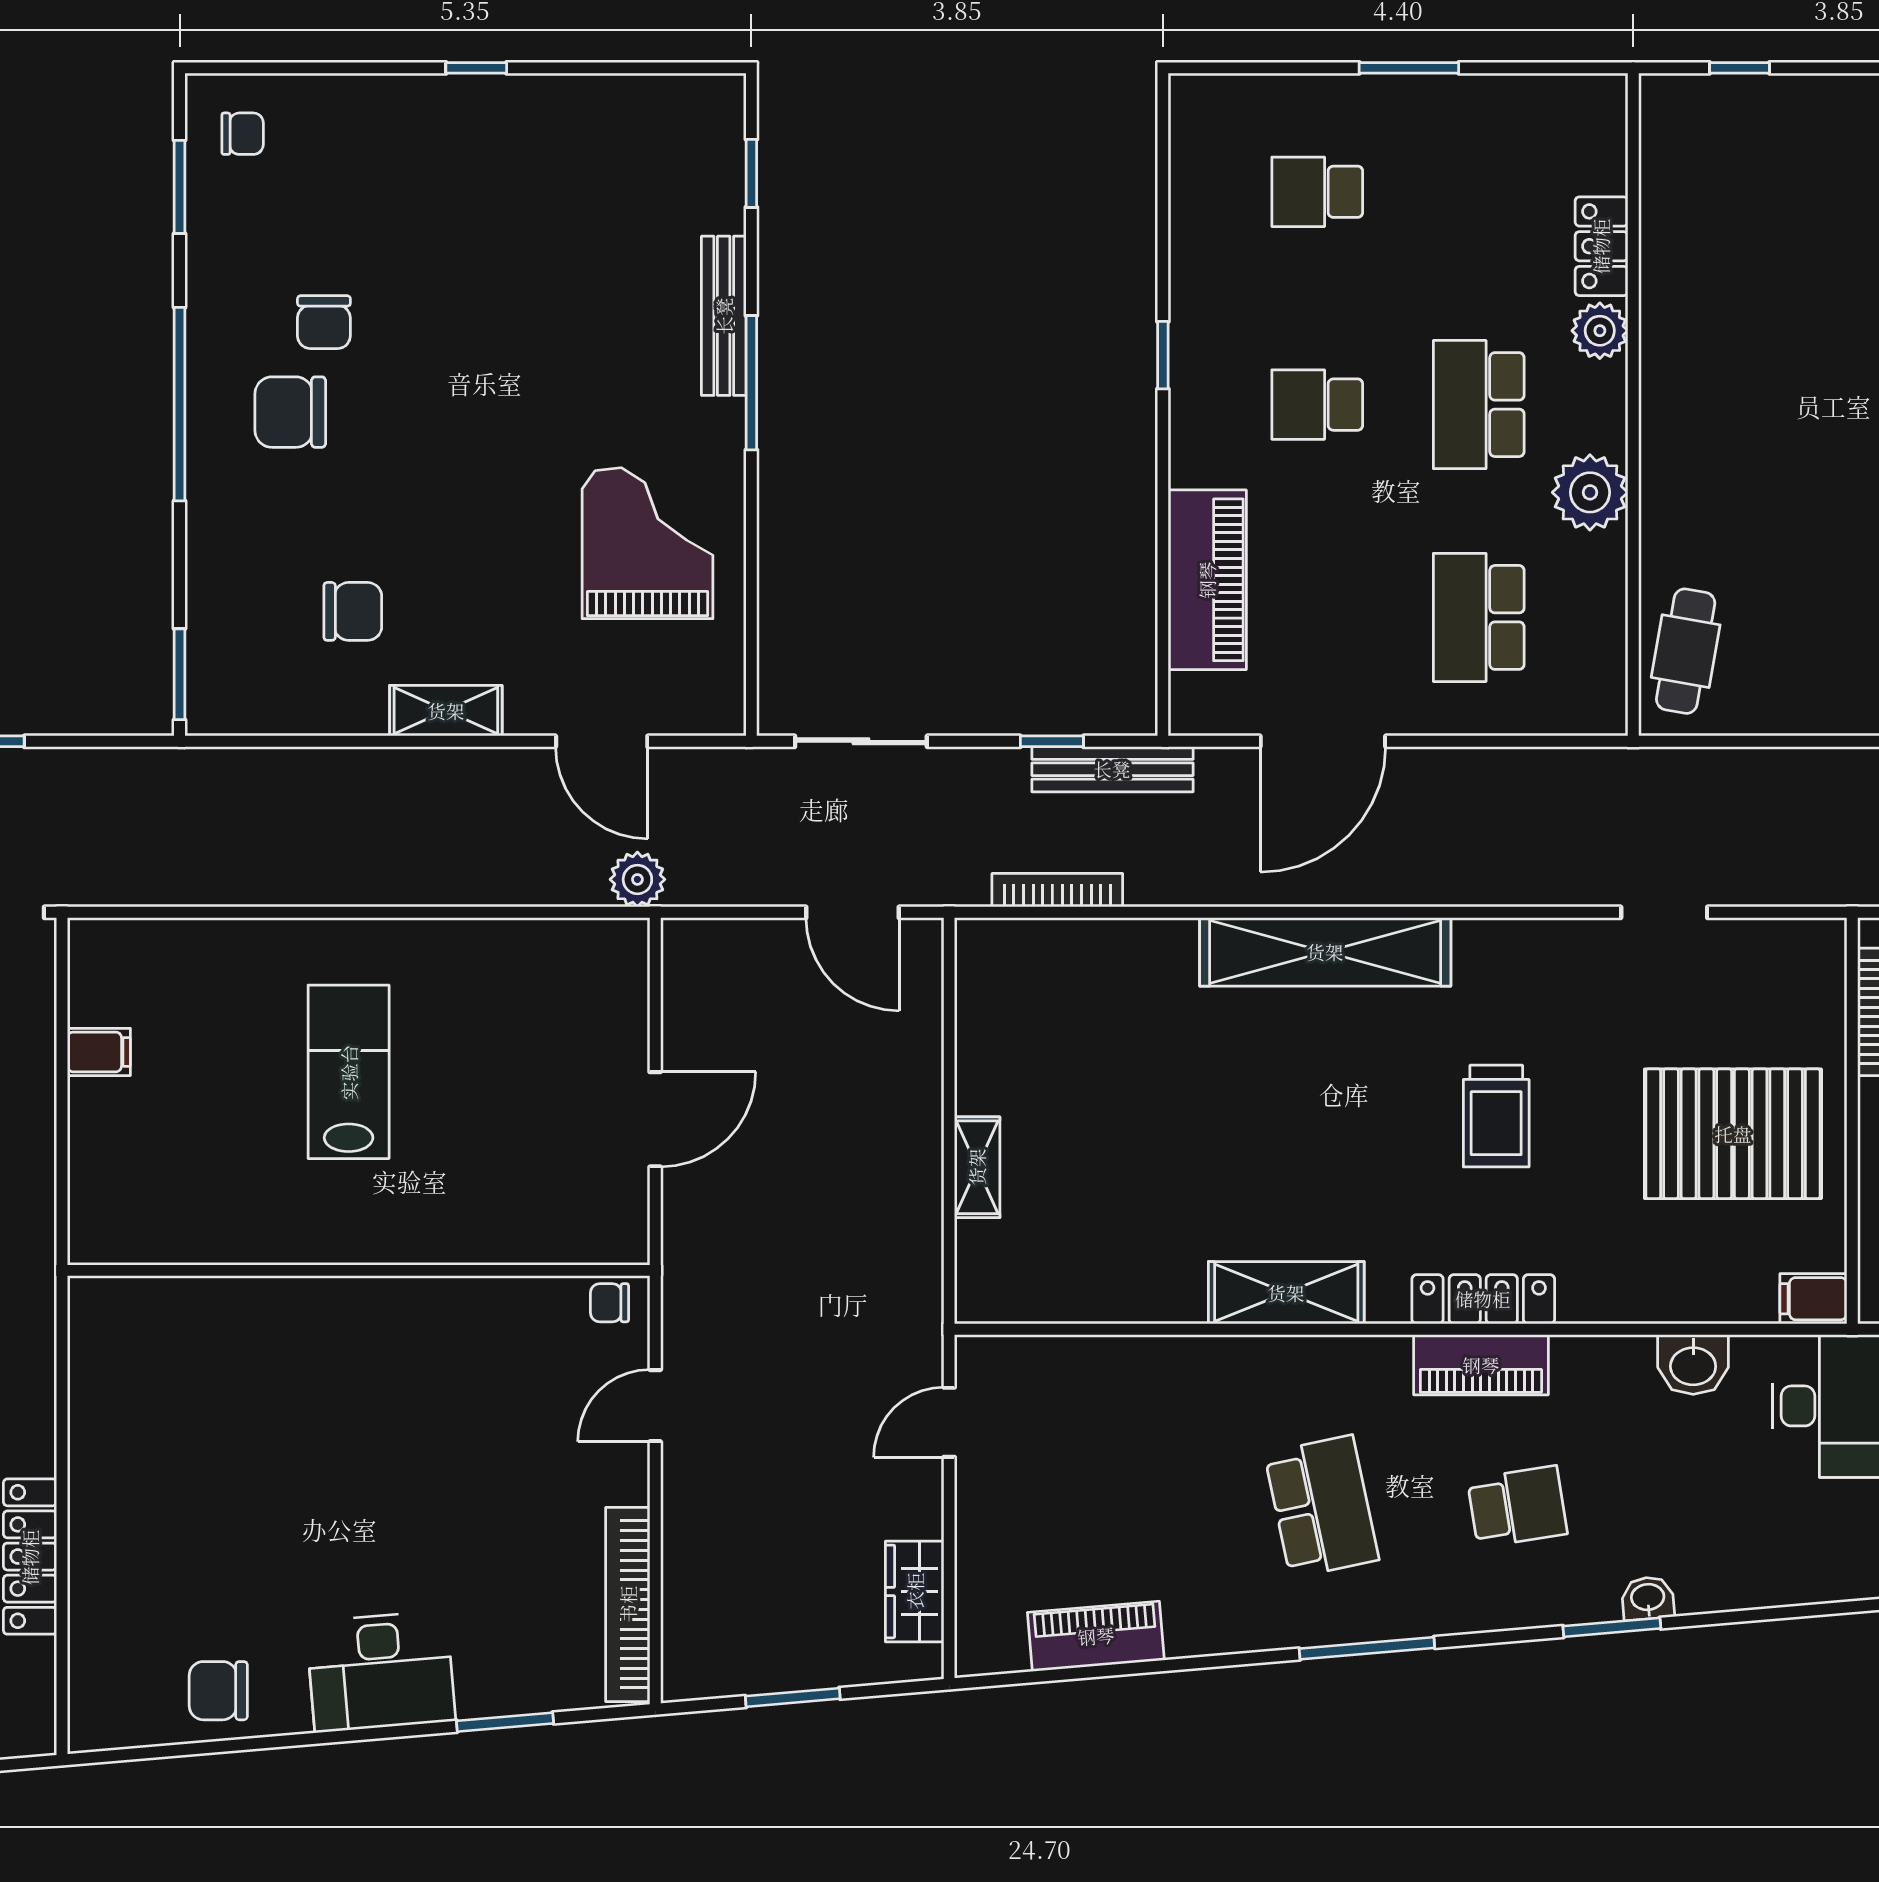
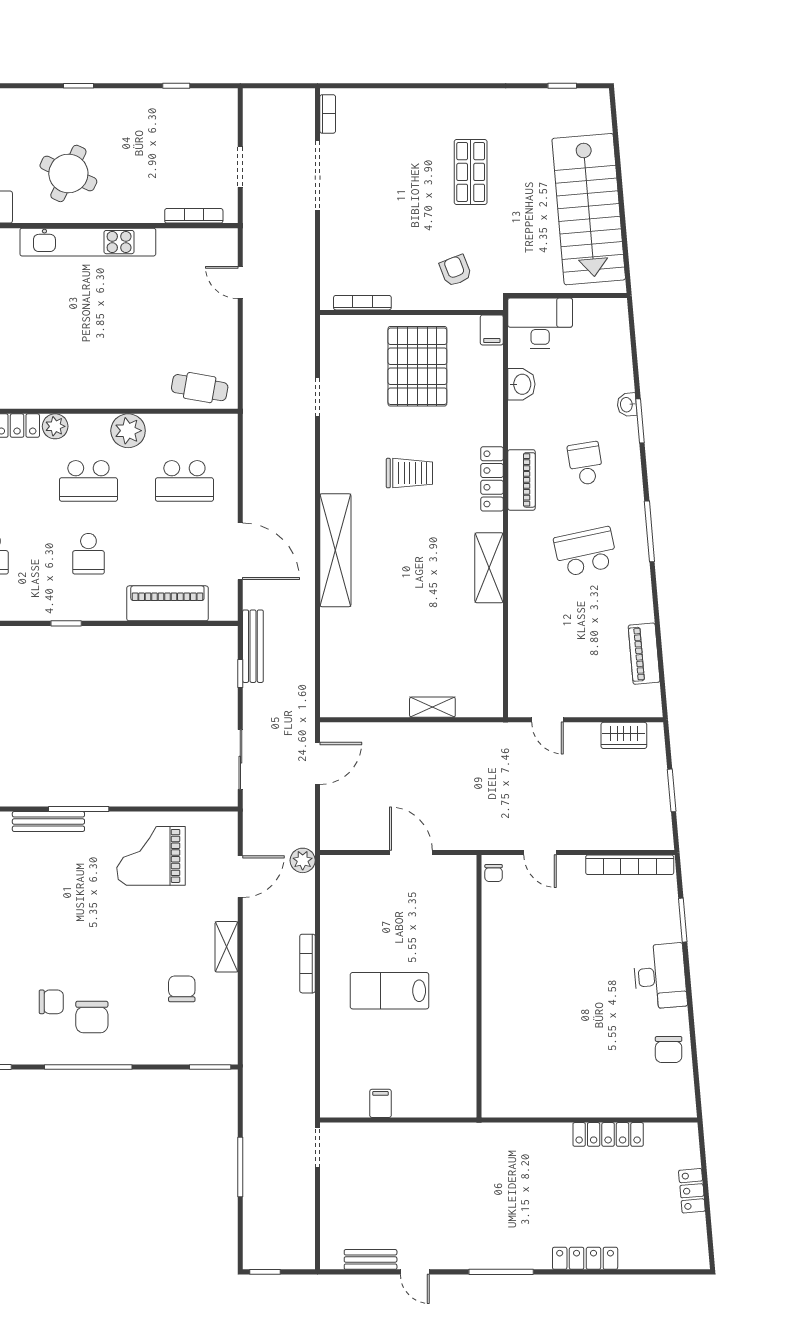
bookcase: (1057, 890) -> (308, 964), moved

